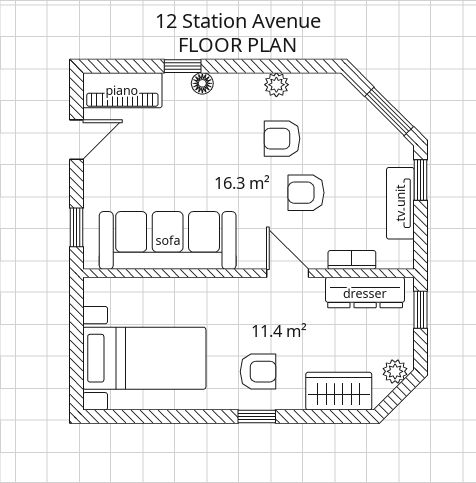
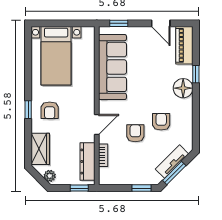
floor lamp: (202, 83) -> (183, 88), width x1.89, depth x1.89
plant: (276, 85) -> (187, 119), removed
tv unit: (400, 203) -> (172, 162), moved, turned -45

